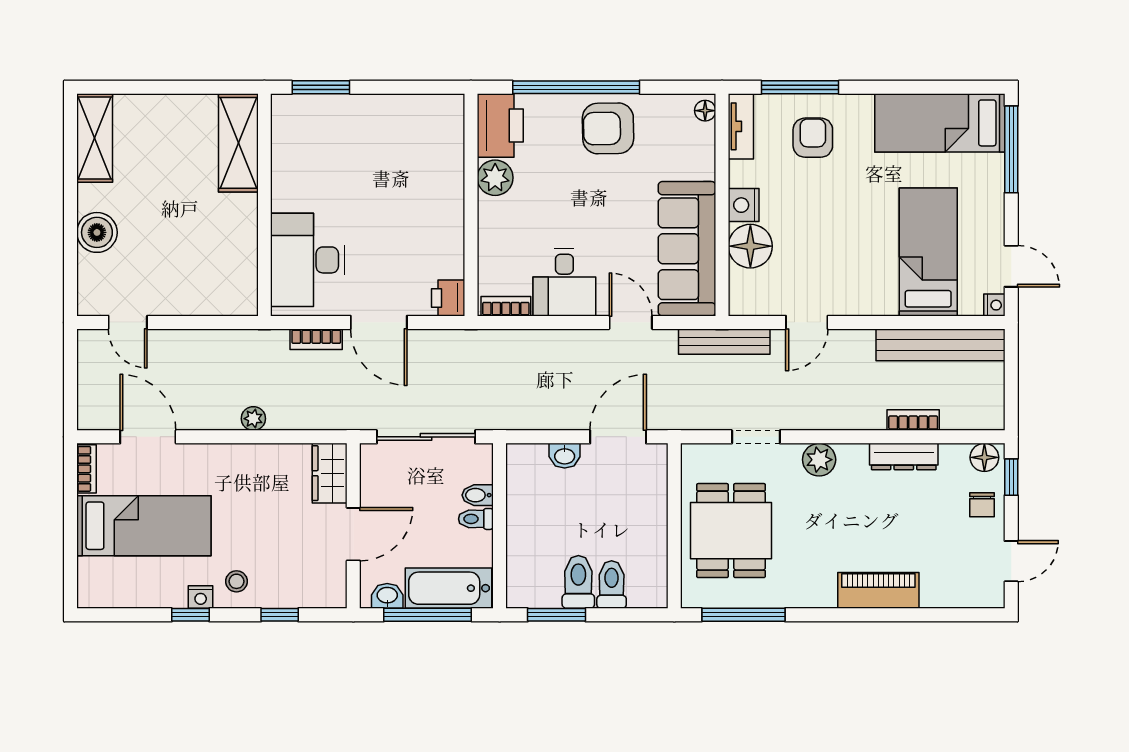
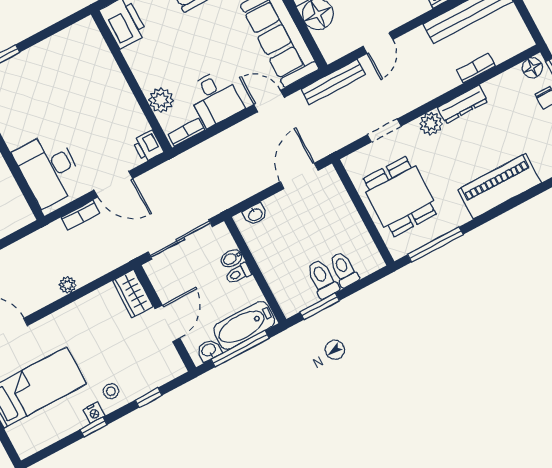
plant: (495, 178) -> (161, 100), moved
washbasin: (565, 456) -> (255, 214), moved
dresser: (904, 457) -> (463, 104), moved
piano: (878, 590) -> (500, 186), width x1.37, depth x1.33

